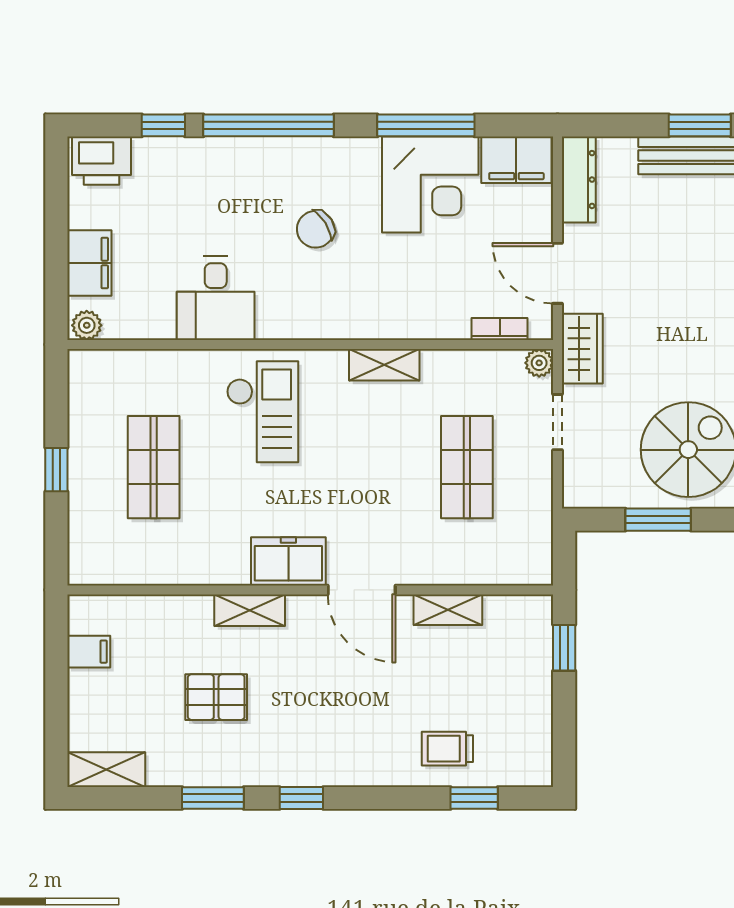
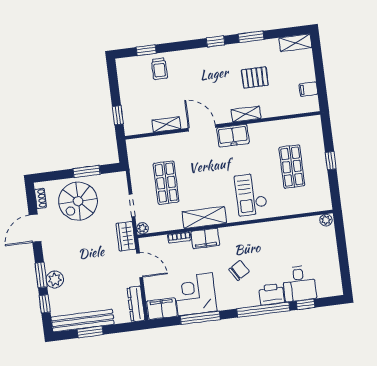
printer: (101, 161) -> (272, 294), moved
filing cabinet: (89, 263) -> (205, 238), moved, turned -90
desk: (216, 298) -> (299, 284), moved, turned 180
bookcase: (500, 329) -> (179, 237), moved
shelving: (384, 365) -> (204, 217), width x1.50, depth x1.33
trolley: (447, 749) -> (159, 69), turned 90

